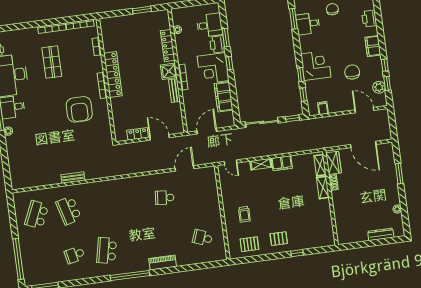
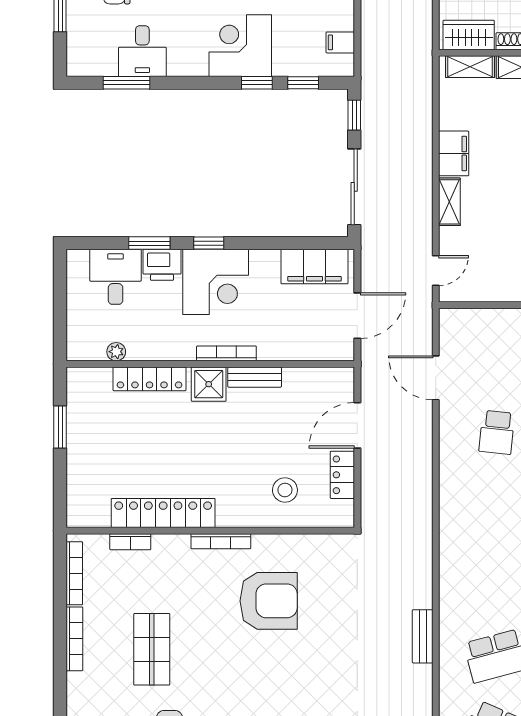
shop shelf: (52, 62) -> (152, 649), turned 90
locker: (113, 75) -> (163, 513), moved
filing cabinet: (224, 97) -> (314, 267), moved
stool: (128, 110) -> (285, 490), added
door: (207, 131) -> (357, 316), swing flipped

